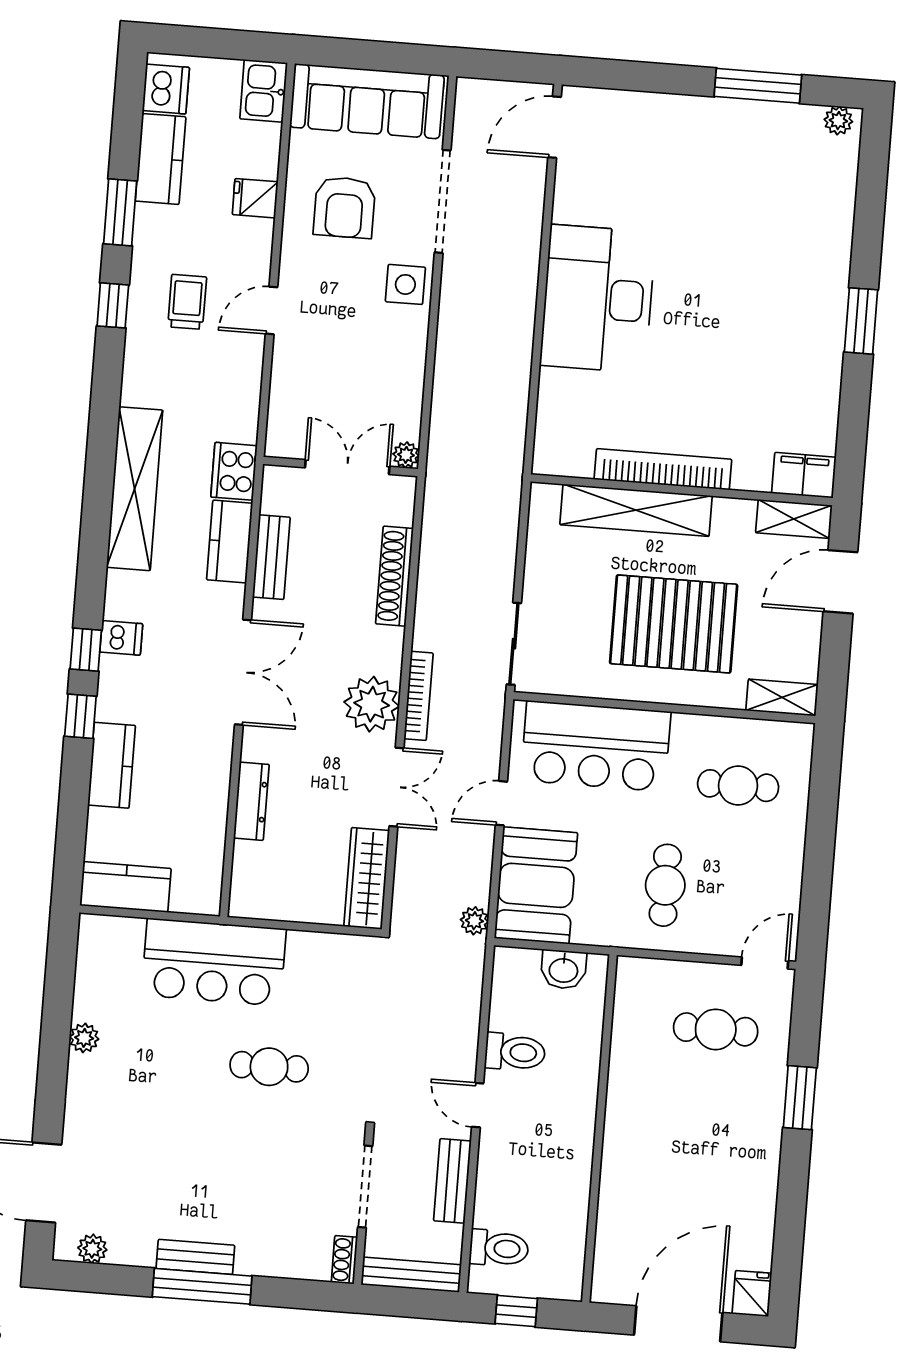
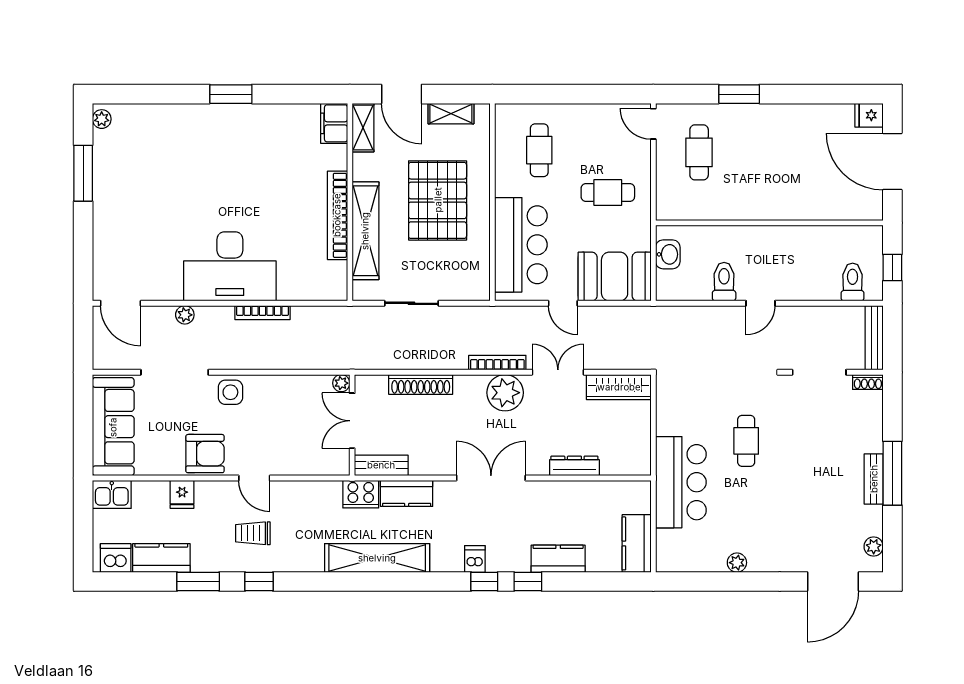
armchair: (344, 207) -> (205, 454), moved
bookcase: (523, 343) -> (263, 313), added
bench: (271, 557) -> (381, 465), moved
sliding door: (514, 644) -> (411, 303), moved
shelving: (782, 697) -> (451, 114), moved, turned 90
plant: (474, 921) -> (185, 315), moved
bench: (452, 1181) -> (811, 316), removed

